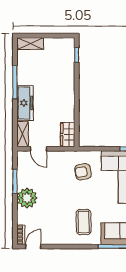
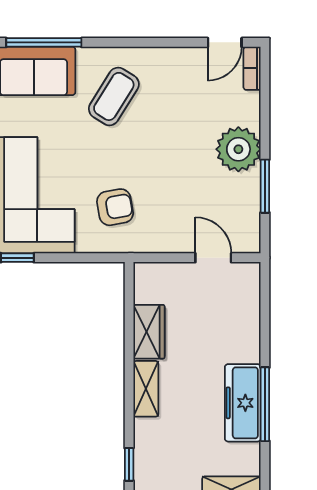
freezer: (25, 103) -> (243, 403), moved
shelving: (23, 134) -> (146, 389), moved
wardrobe: (68, 135) -> (149, 332), moved
coffee table: (84, 222) -> (114, 96), turned 33

